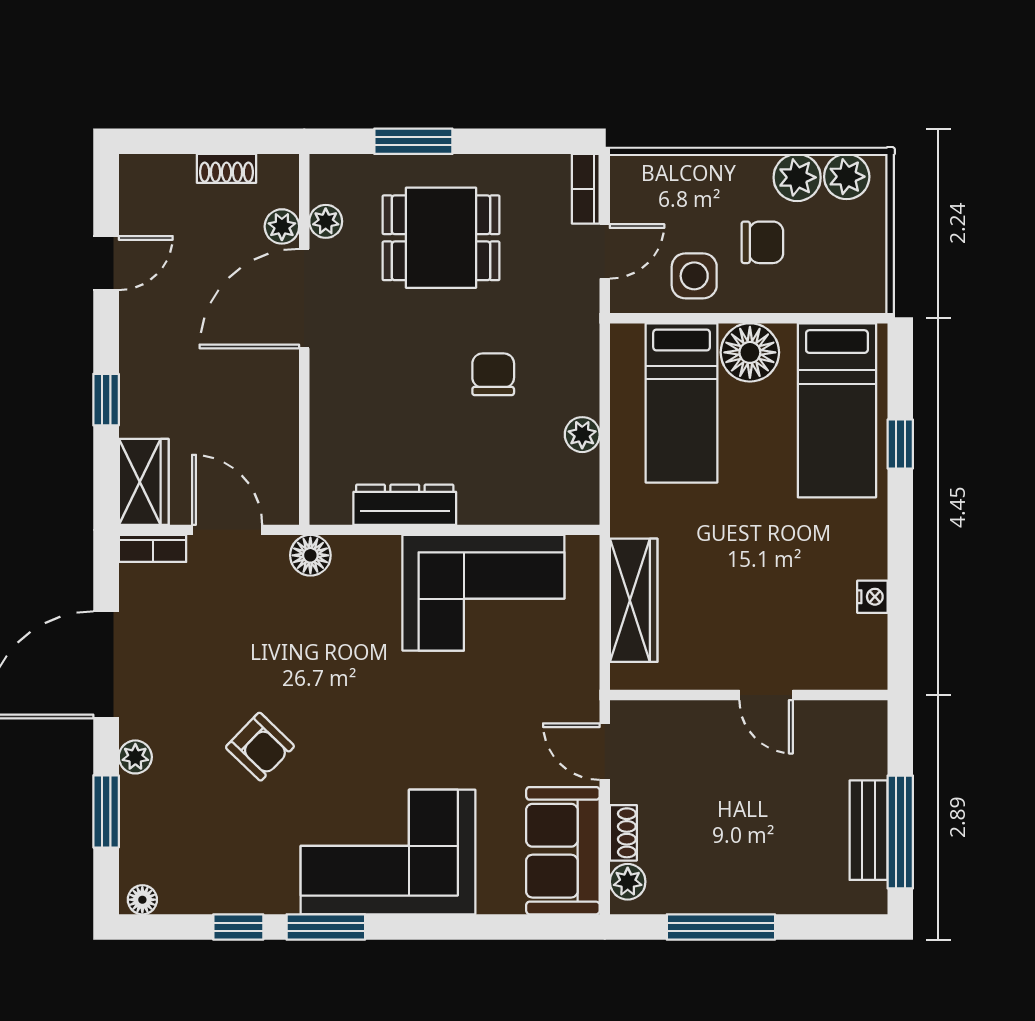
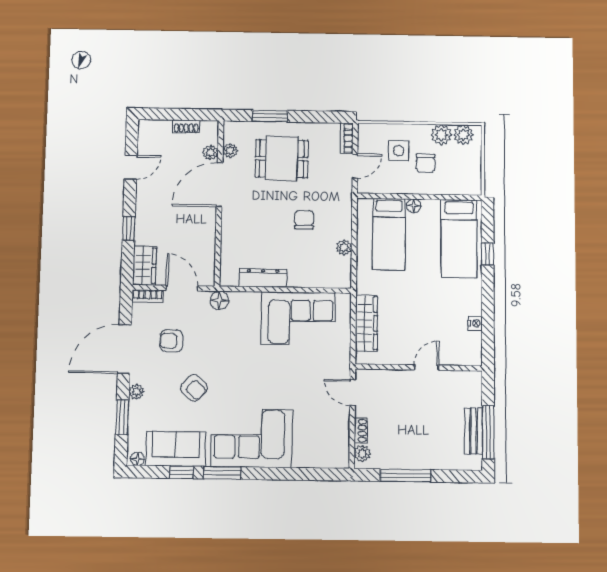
chair: (762, 242) -> (426, 163), turned 90
side table: (694, 276) -> (399, 151), moved
floor lamp: (750, 352) -> (414, 206), width x0.53, depth x0.53
armchair: (208, 645) -> (171, 341), added
door: (766, 695) -> (427, 368), swing flipped
sofa: (563, 851) -> (176, 449), moved, turned 90

